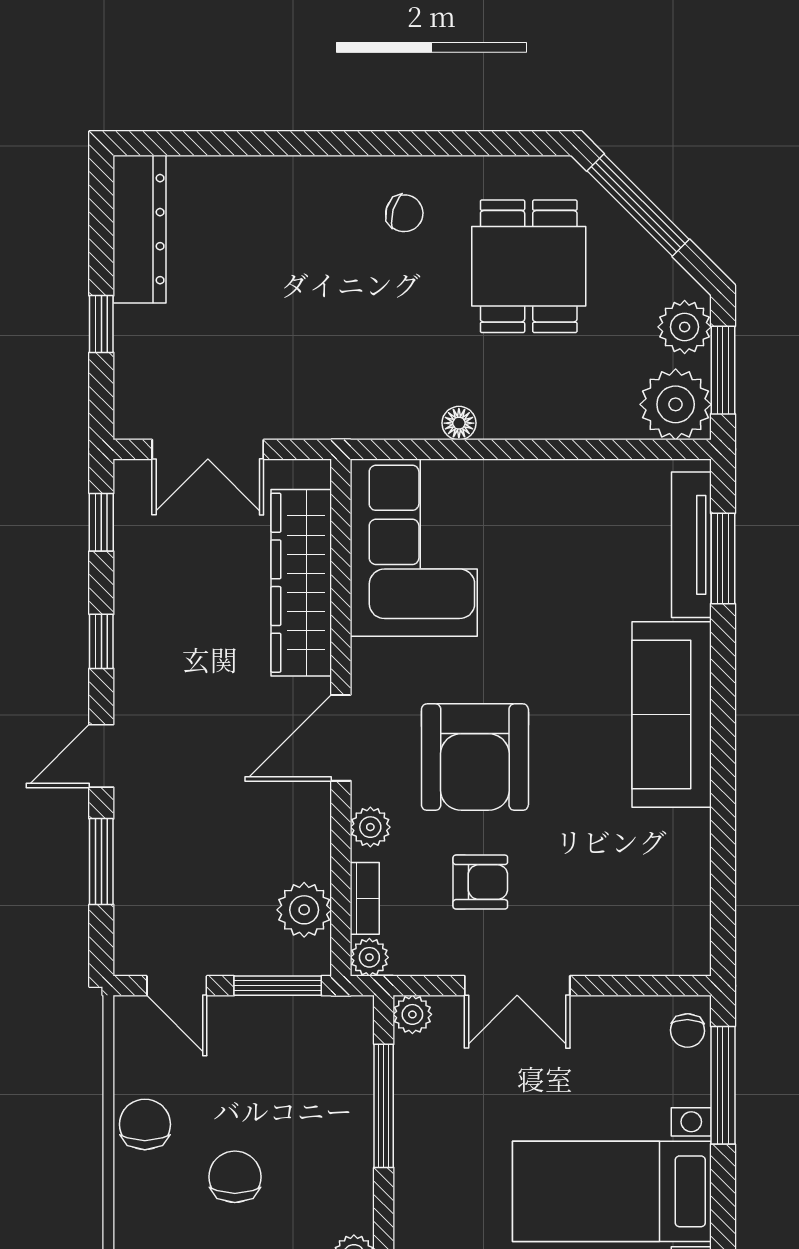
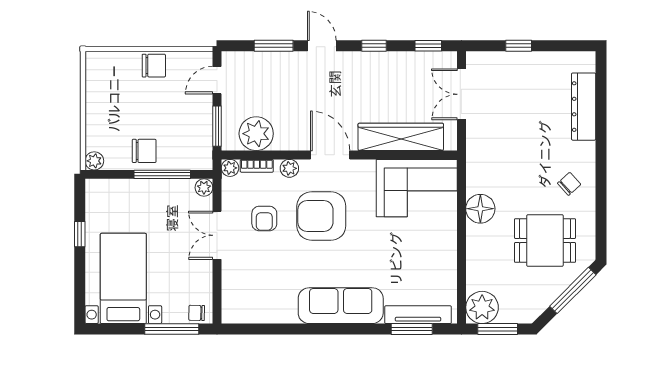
chair: (404, 213) -> (569, 184), turned -148
dresser: (140, 229) -> (584, 107), moved, turned 90
plant: (685, 327) -> (517, 312), removed
floor lamp: (459, 423) -> (480, 209), width x1.89, depth x1.89
plant: (304, 910) -> (256, 134), width x1.36, depth x1.36
chair: (235, 1177) -> (144, 151), moved

